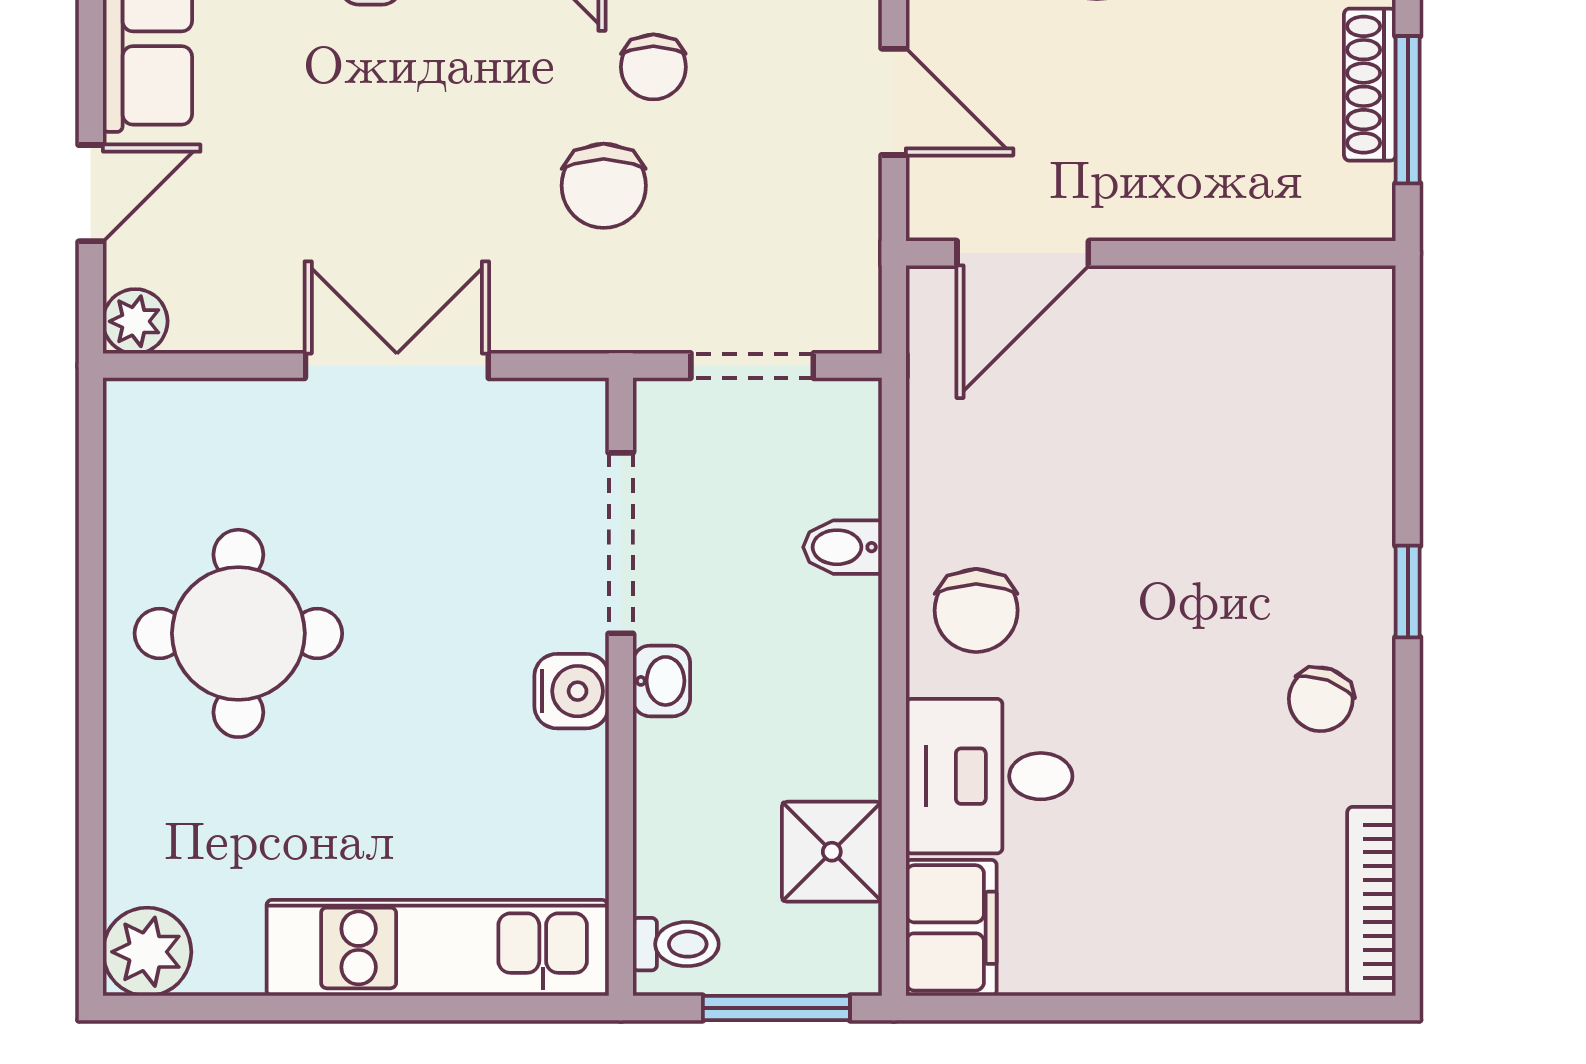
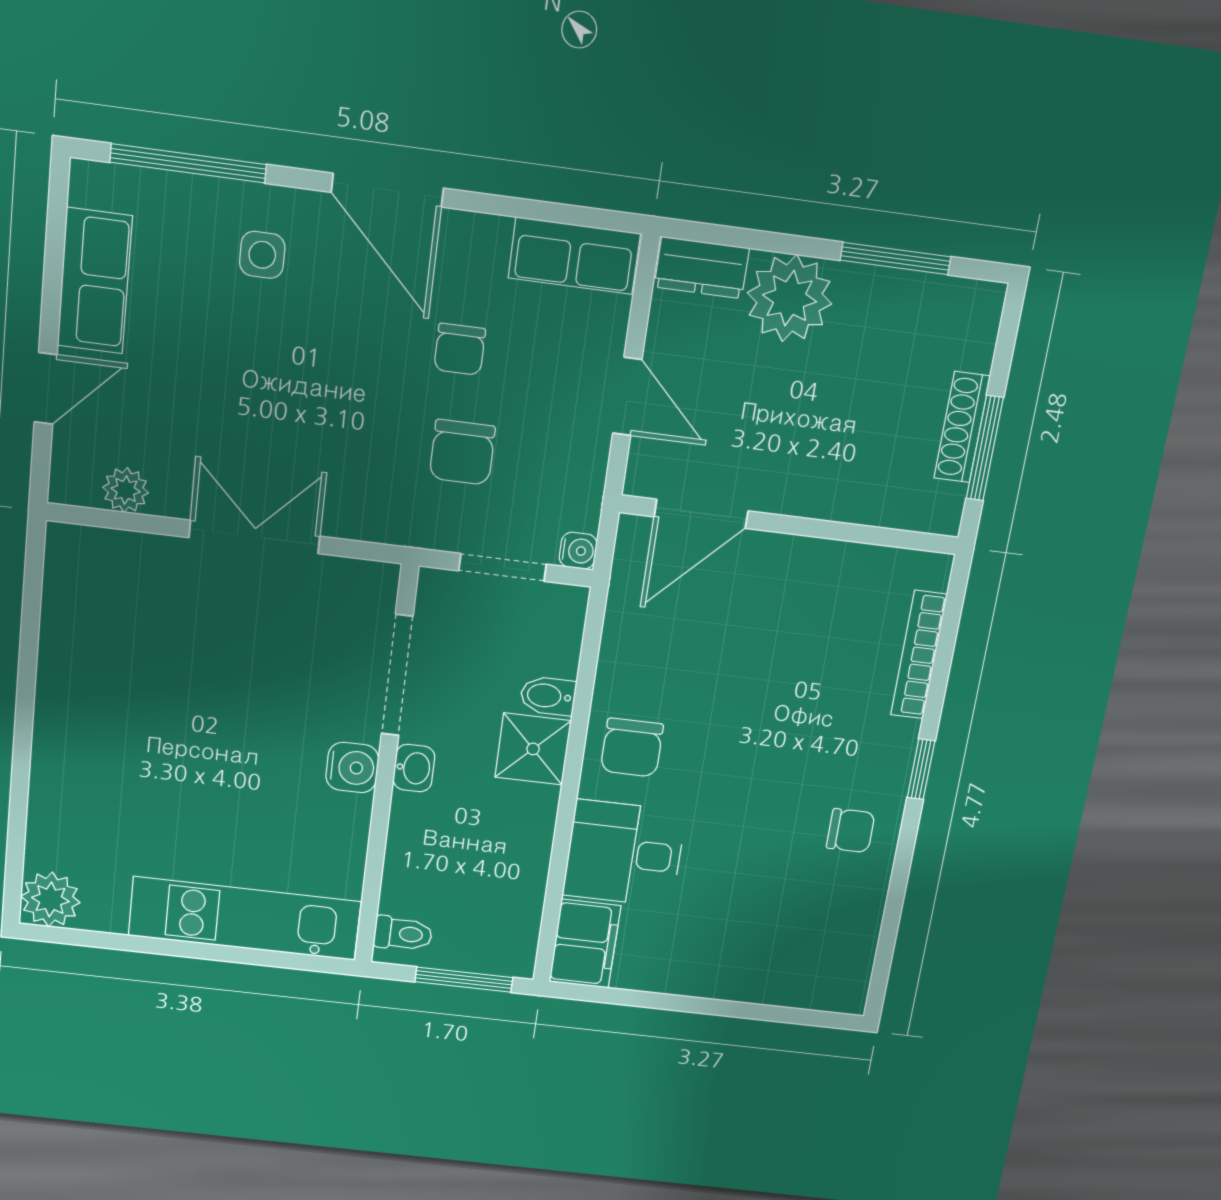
chair: (604, 186) -> (462, 452), moved
plant: (135, 321) -> (126, 490), moved
water cooler: (856, 328) -> (578, 551), added
round table: (238, 633) -> (128, 704), removed
chair: (1321, 699) -> (851, 831), turned -110
shower: (832, 852) -> (533, 749), moved
bookcase: (1371, 901) -> (919, 655), moved

